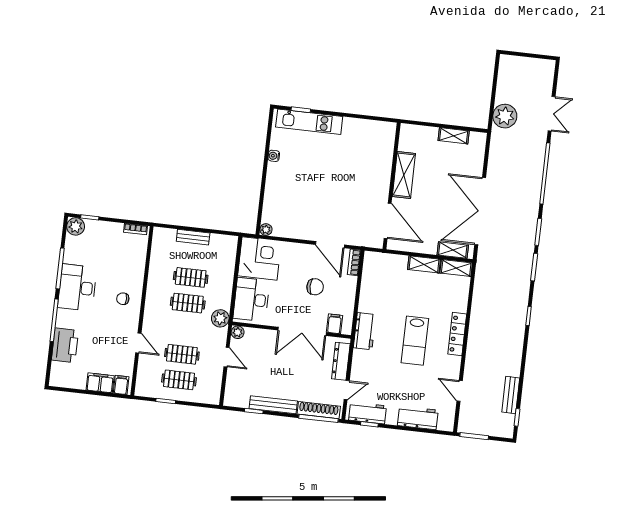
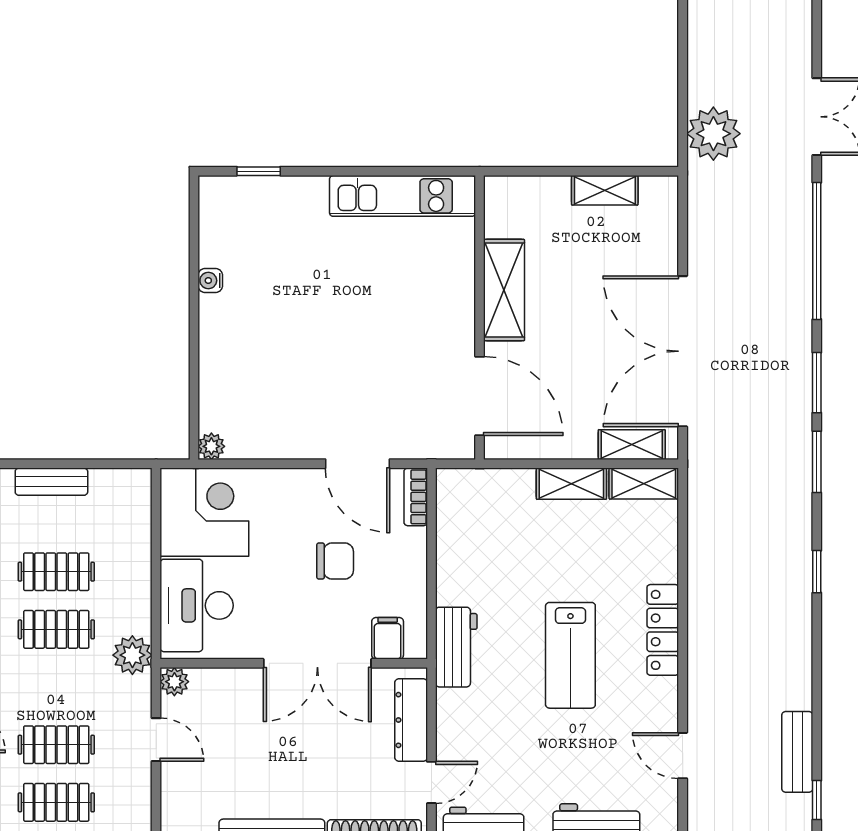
kitchen unit: (309, 122) -> (403, 196), moved

